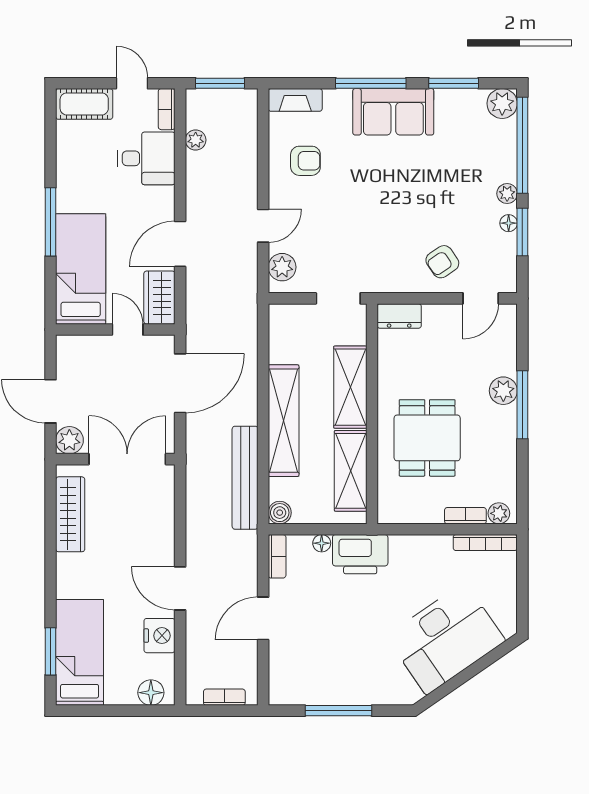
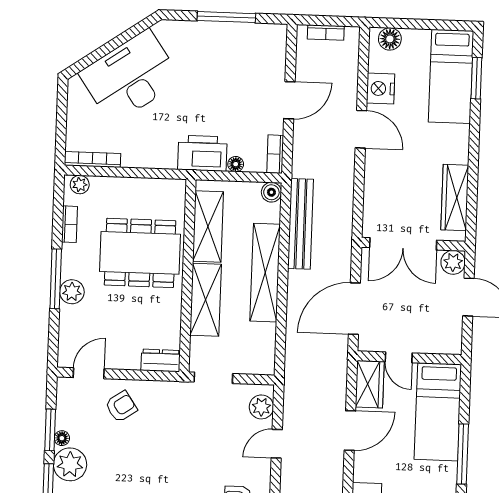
plant: (507, 194) -> (70, 464), width x1.88, depth x1.88
dining table: (427, 438) -> (140, 253), width x1.38
bookcase: (465, 516) -> (69, 224), moved, turned -90

